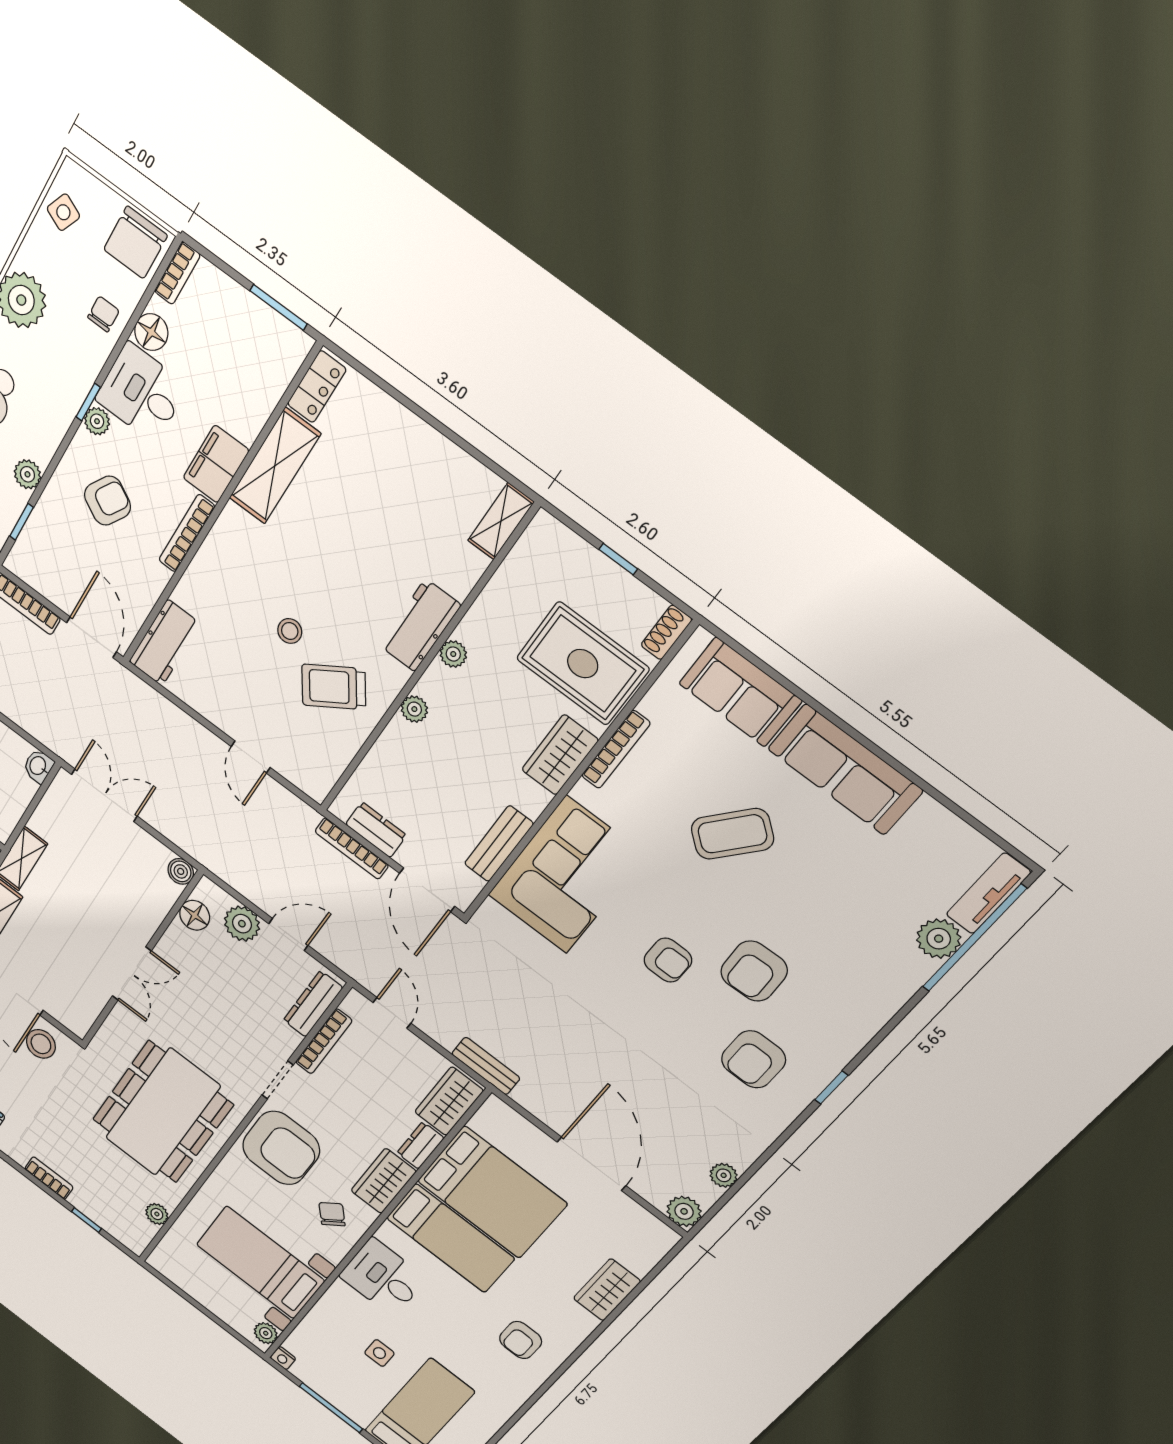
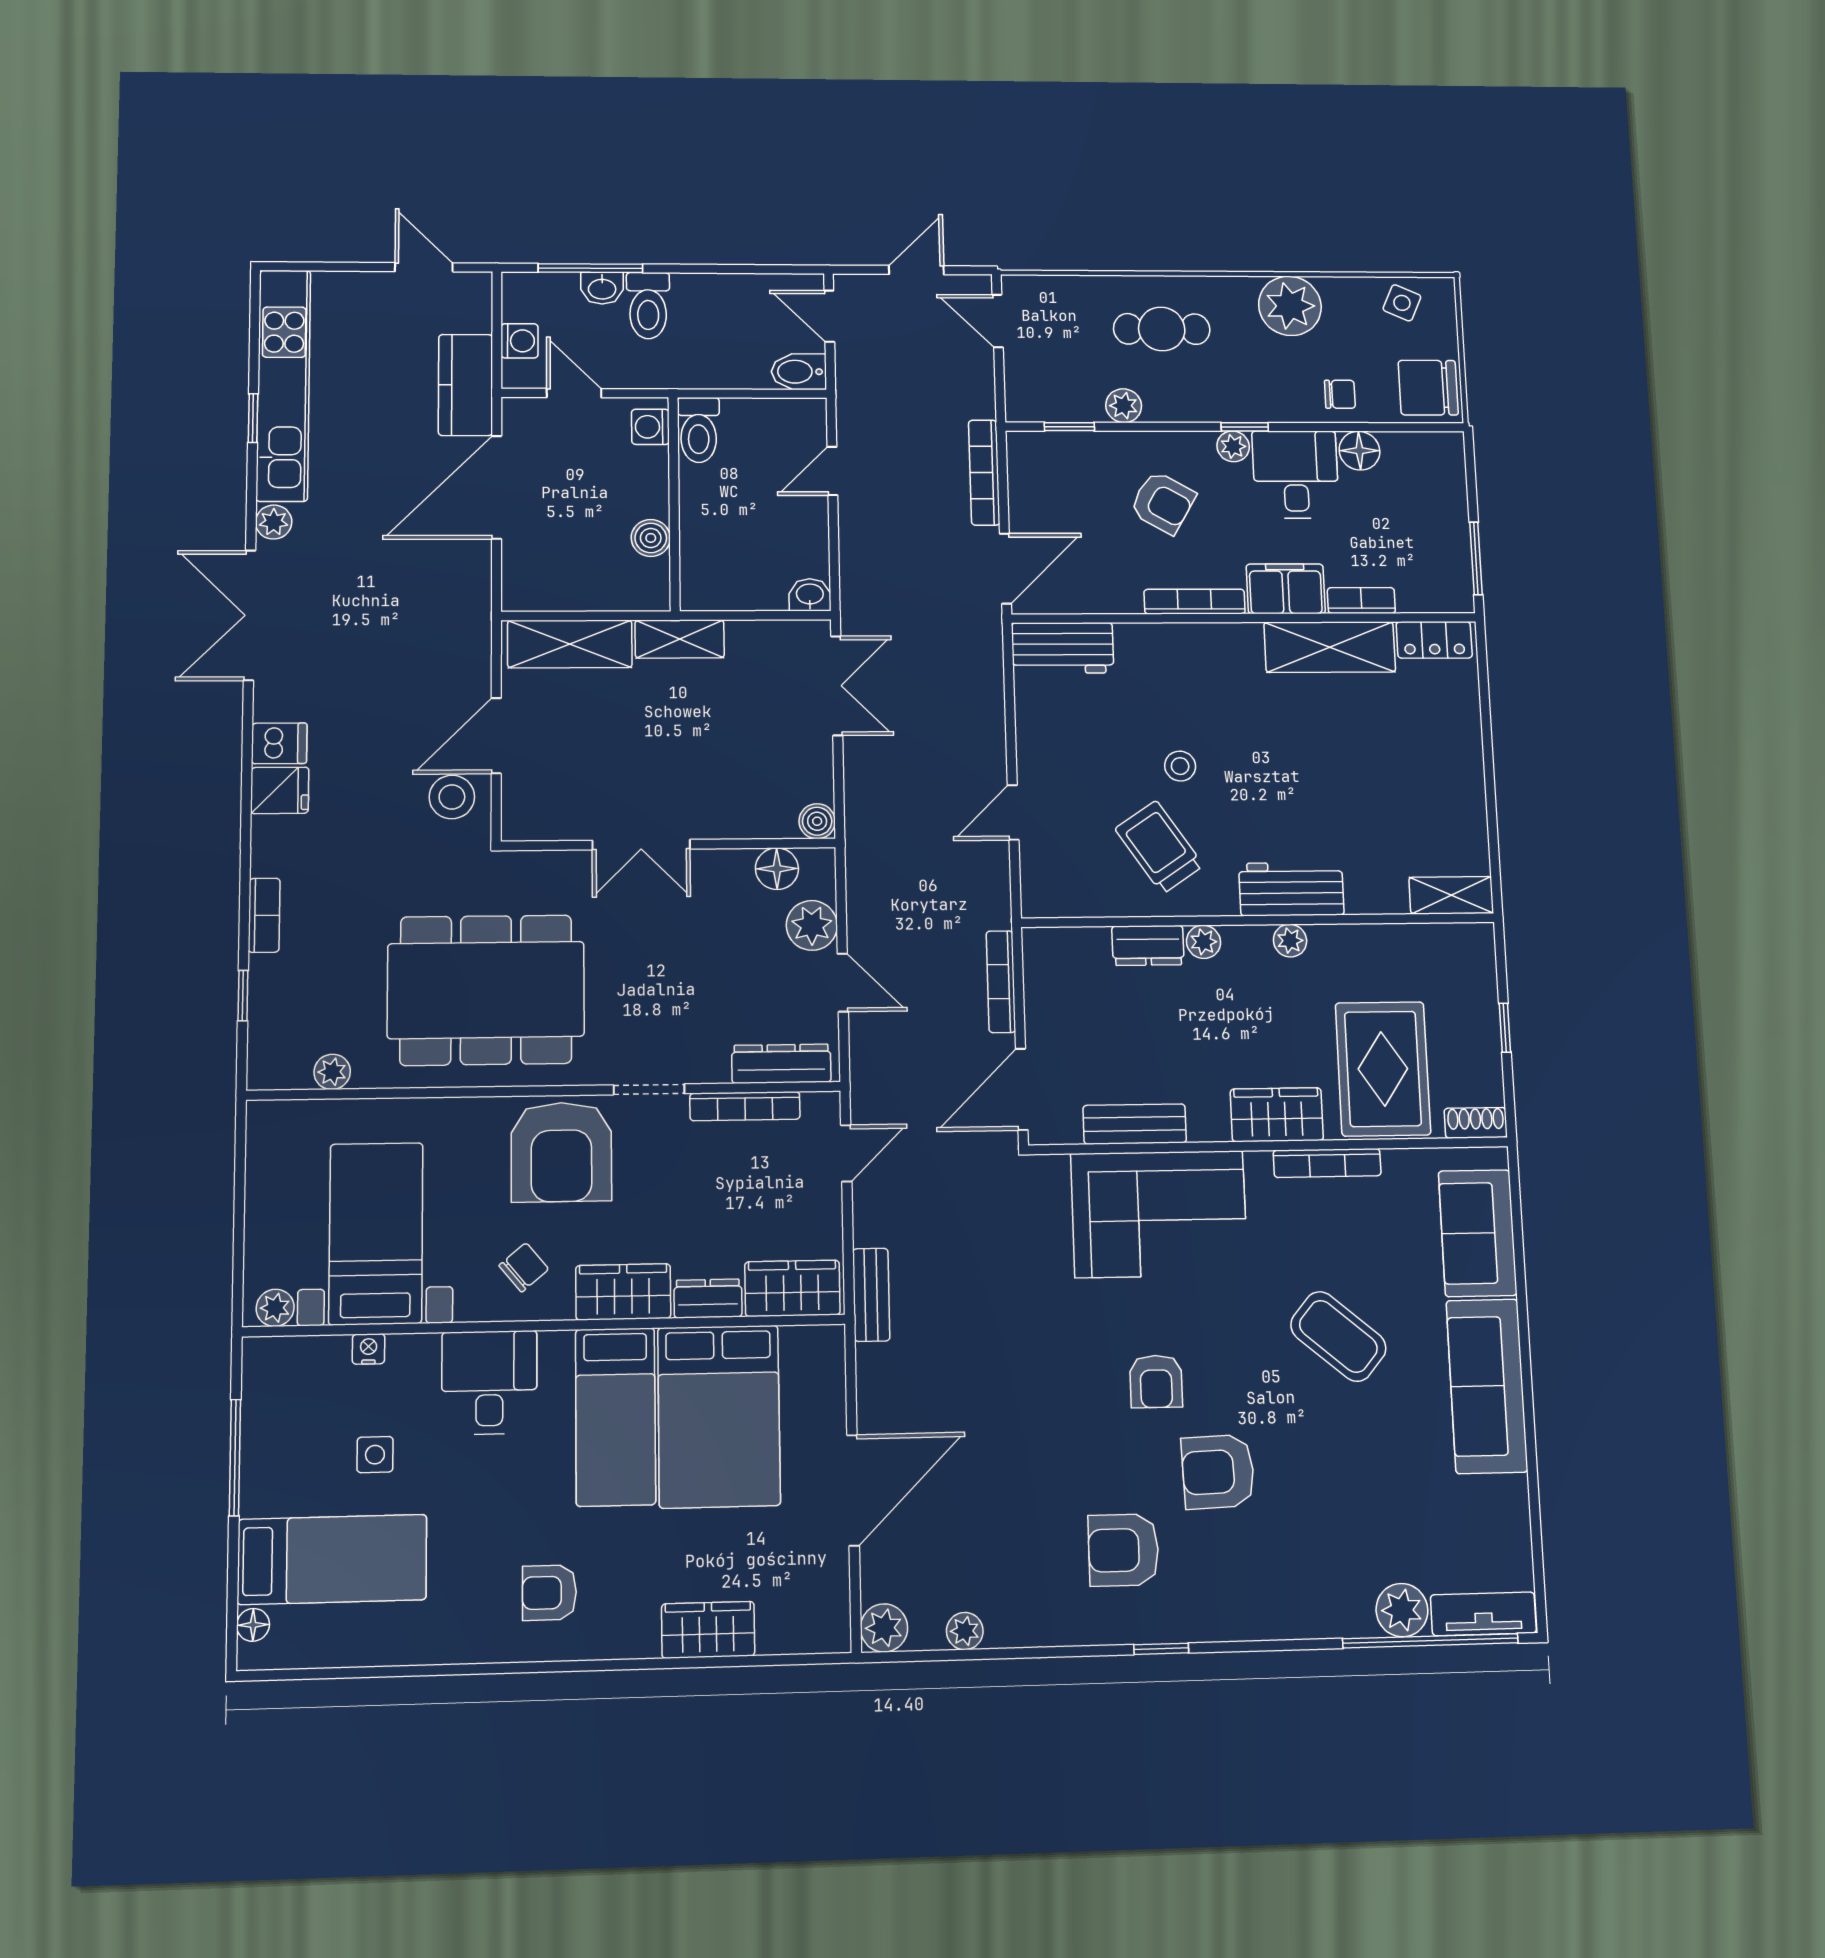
bookcase: (177, 273) -> (1361, 601), moved, turned 180
dresser: (376, 830) -> (1148, 945), moved, turned 90
nightstand: (283, 1358) -> (369, 1349), moved, turned 90

